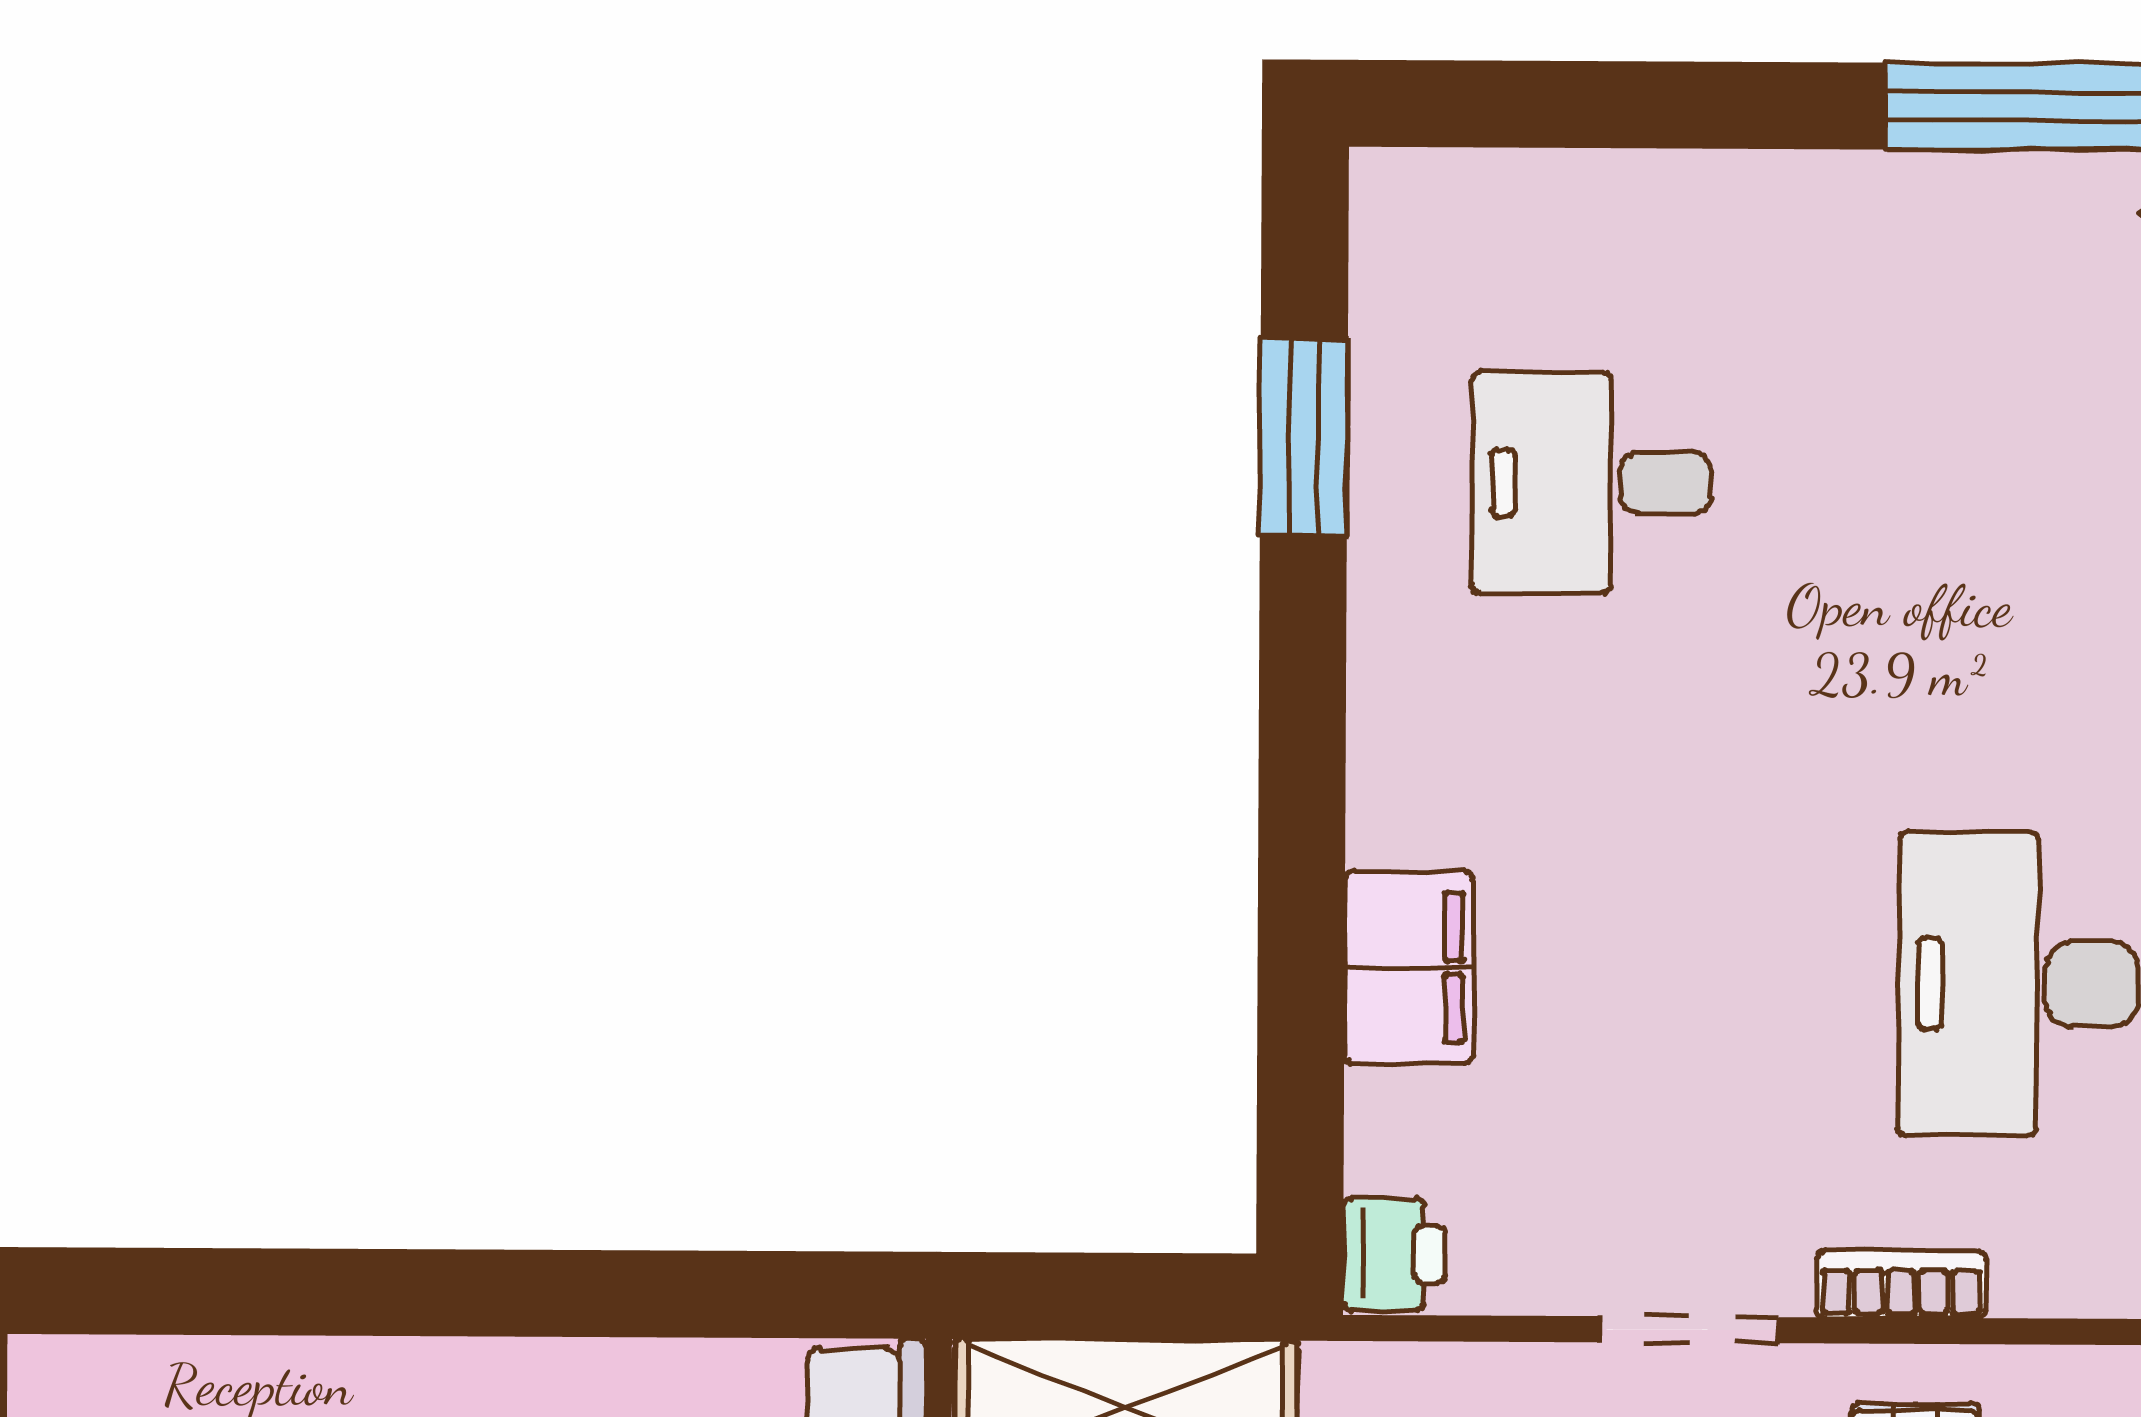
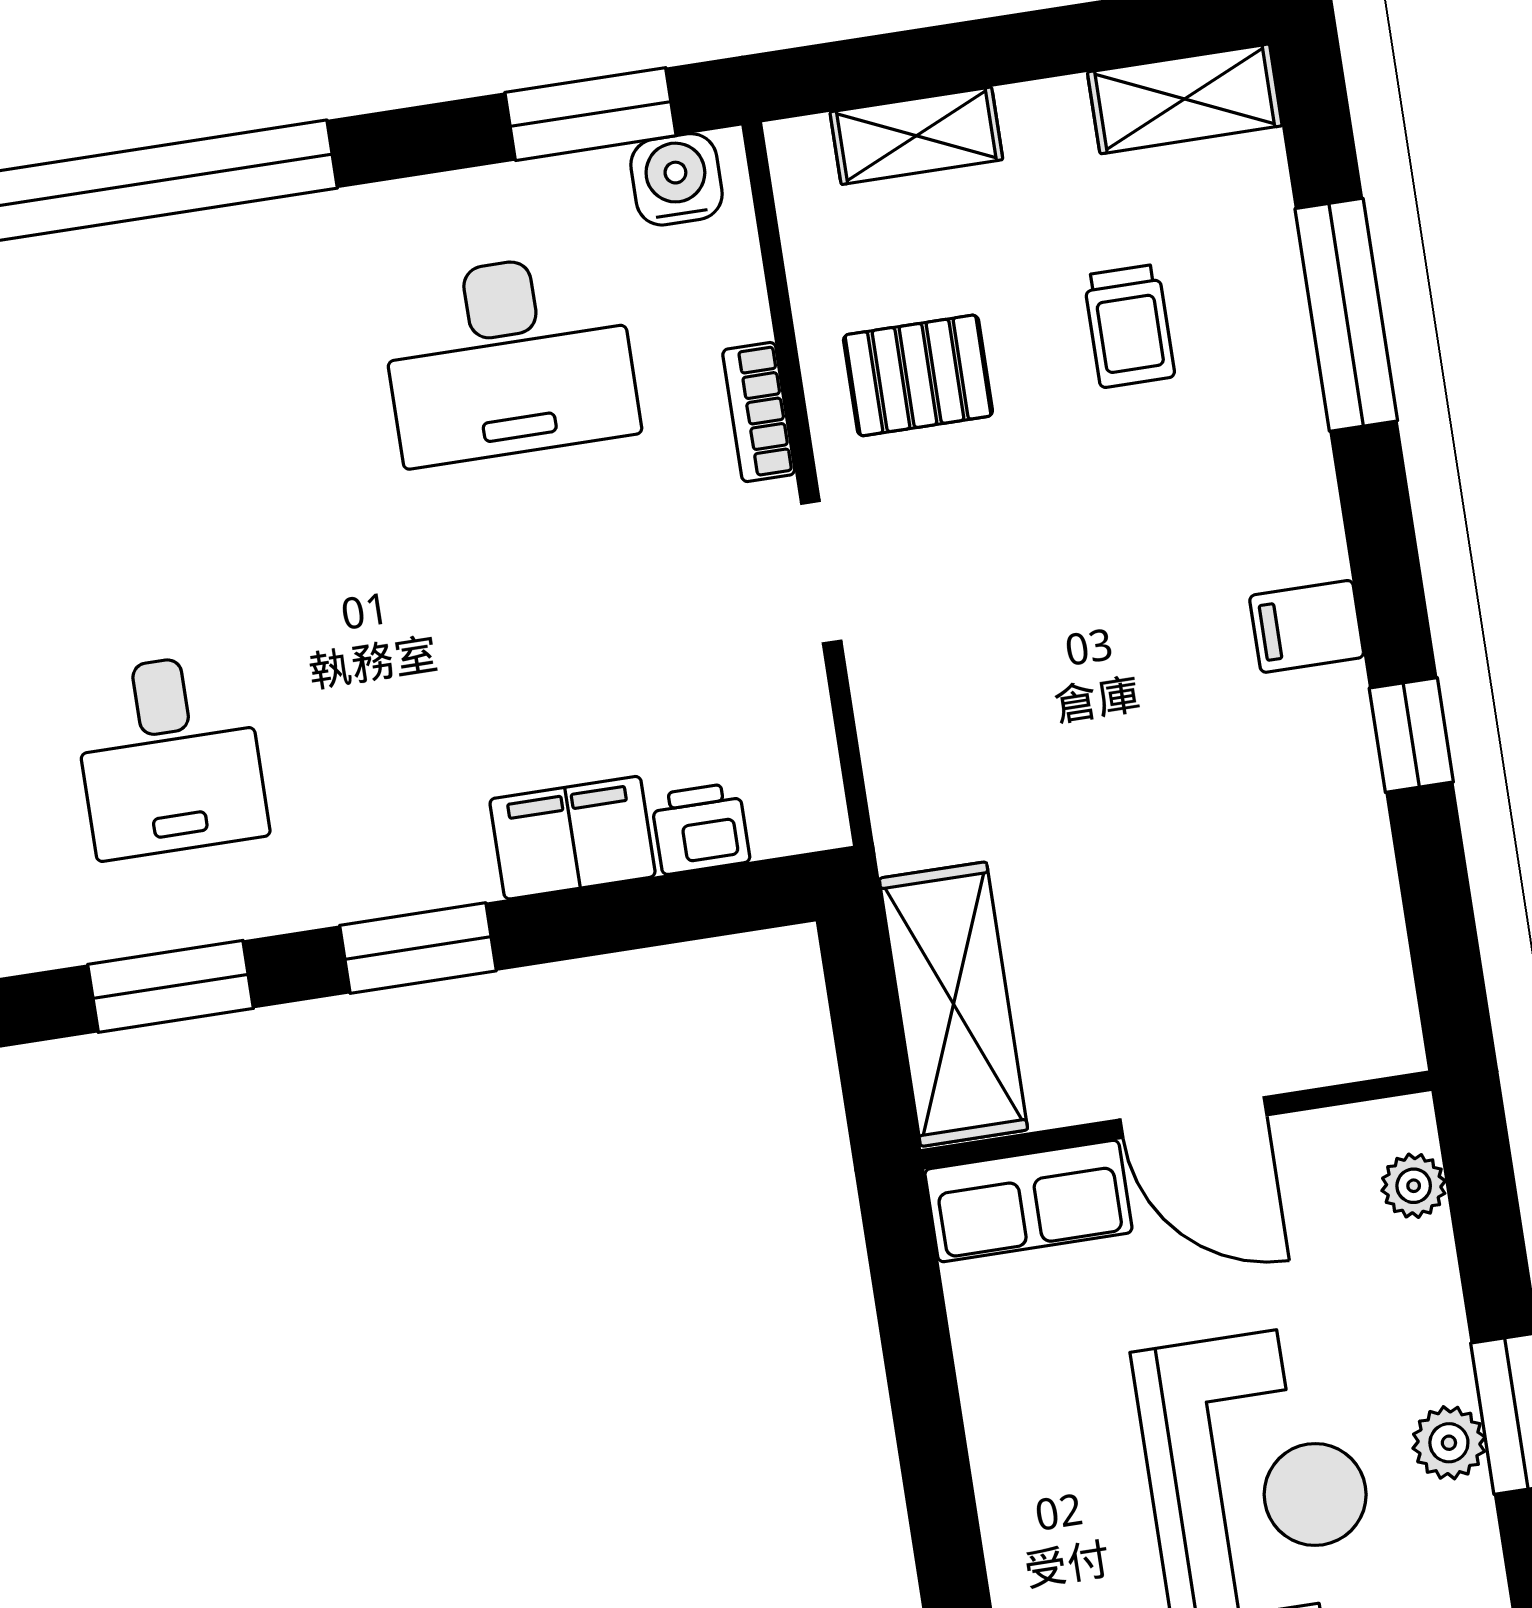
window: (1302, 753) -> (418, 948), added
printer: (1394, 1254) -> (700, 828), moved

